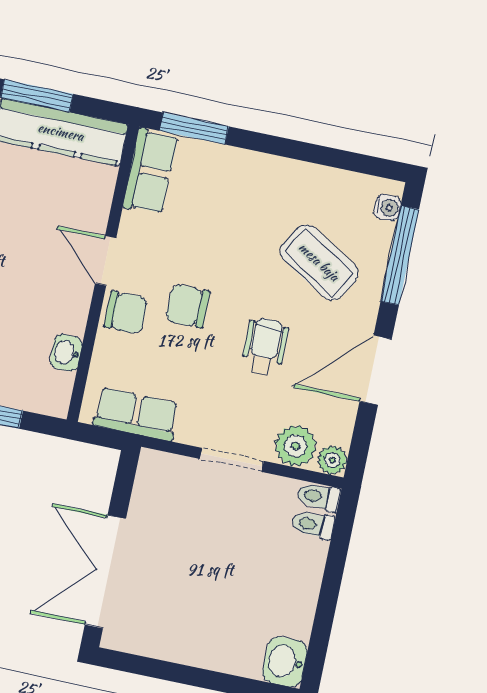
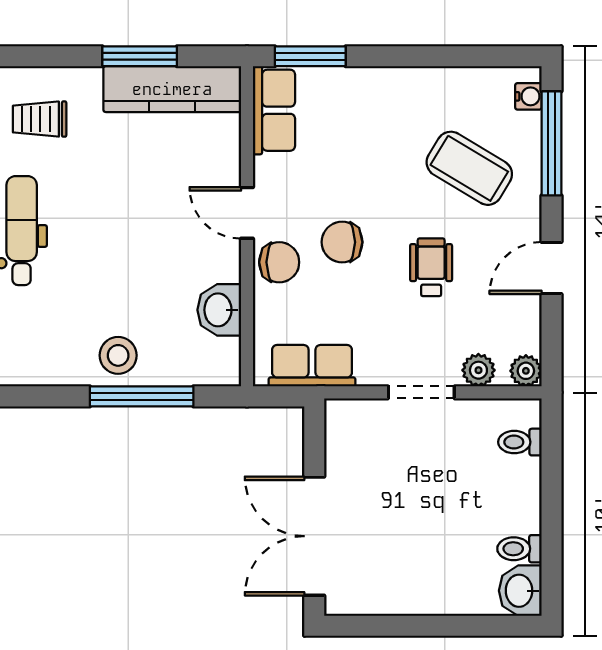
washbasin: (66, 353) -> (219, 310), width x1.38, depth x1.45
door: (376, 370) -> (551, 268), width x0.73
plant: (296, 446) -> (478, 370), width x0.73, depth x0.73
toilet: (318, 497) -> (519, 549), moved

